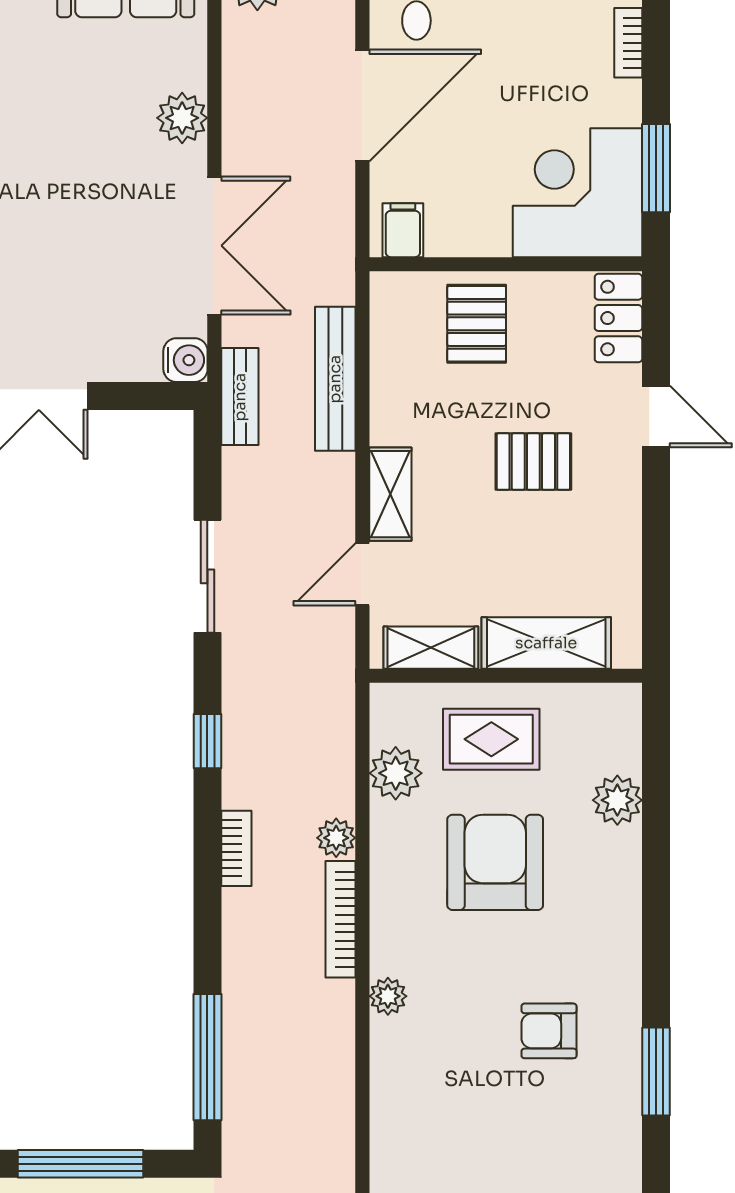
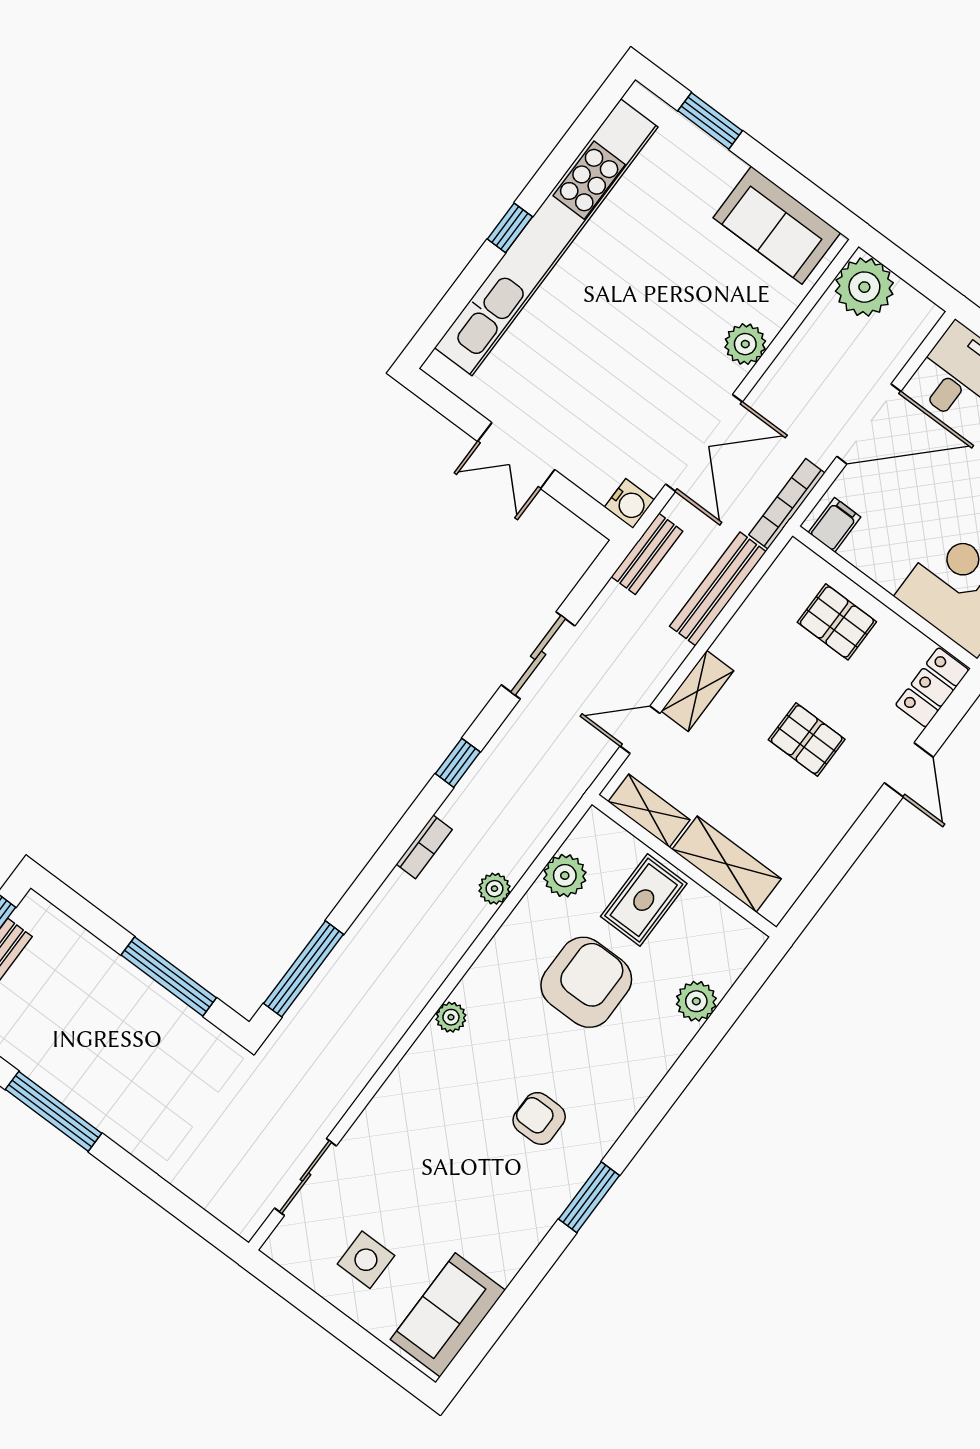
pallet: (477, 324) -> (837, 622), turned 90
rug: (491, 739) -> (644, 900), turned 90
bookcase: (340, 919) -> (787, 504), moved

